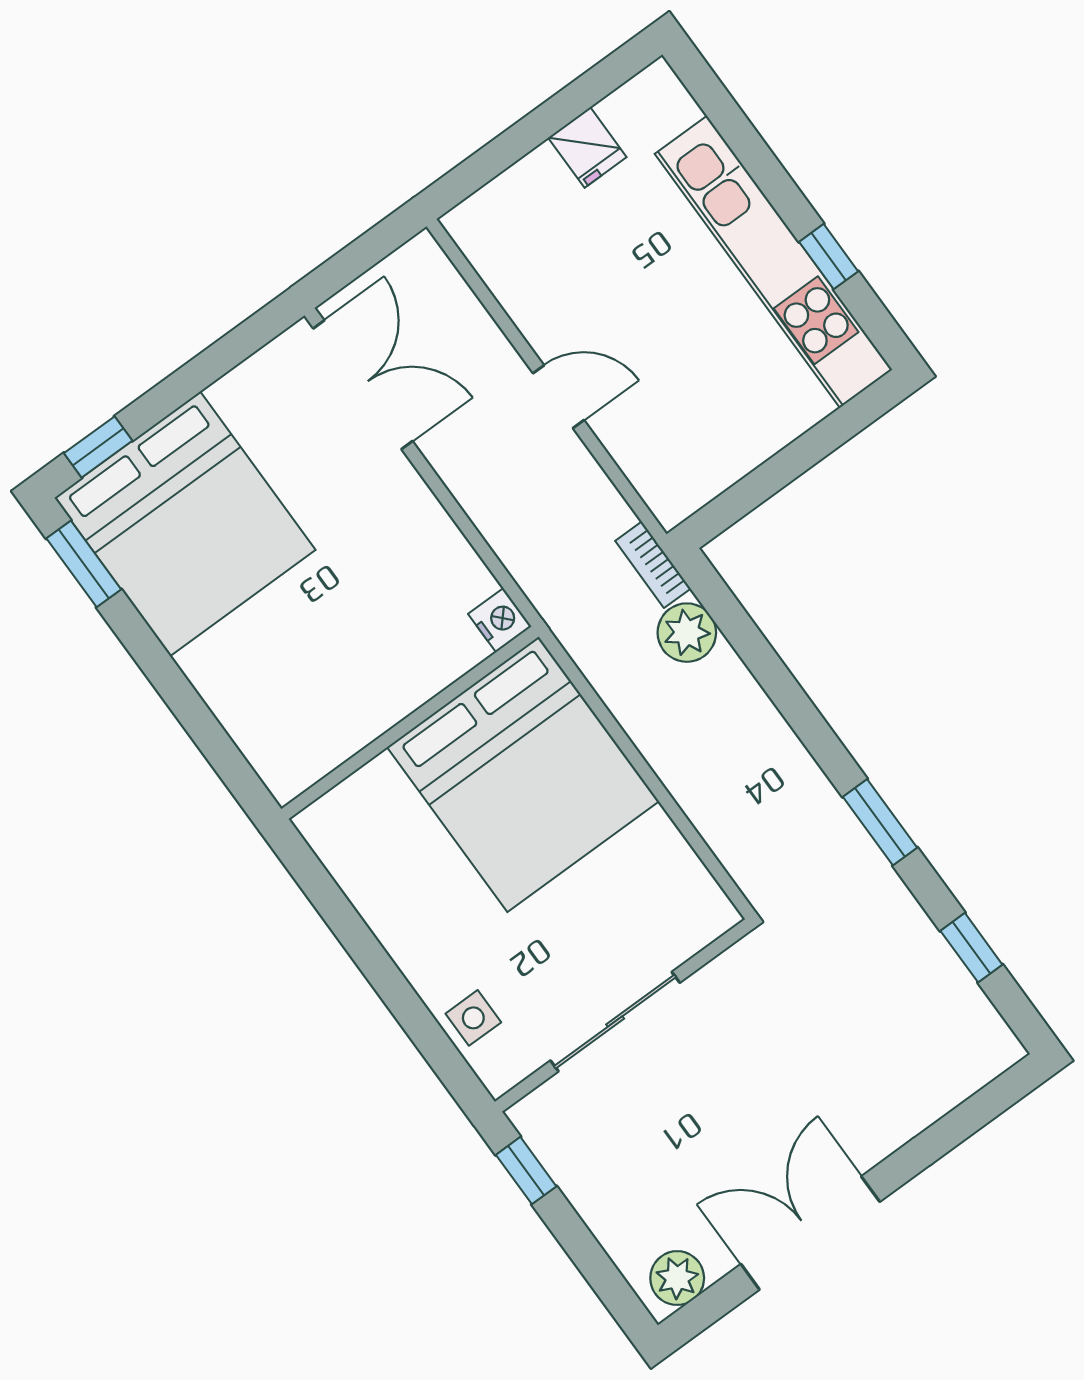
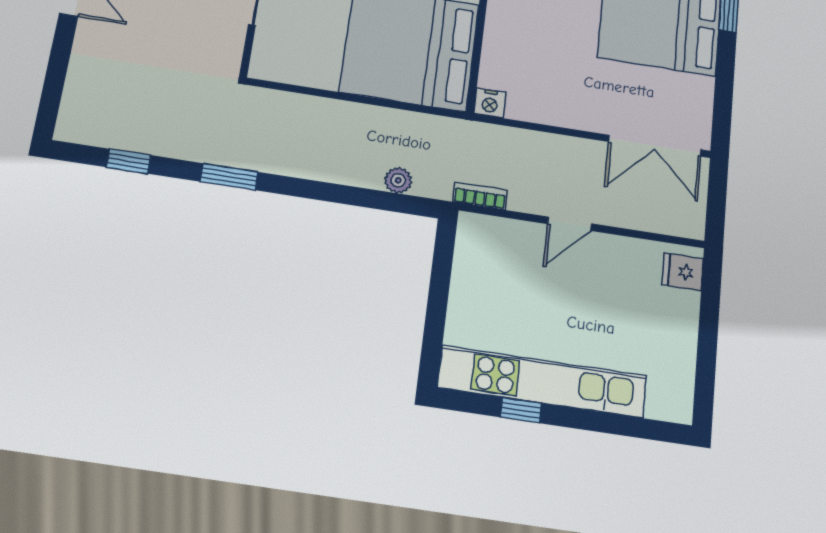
fridge: (587, 147) -> (683, 272), moved
bookcase: (653, 565) -> (480, 196), moved
plant: (687, 633) -> (398, 180), width x0.73, depth x0.73

